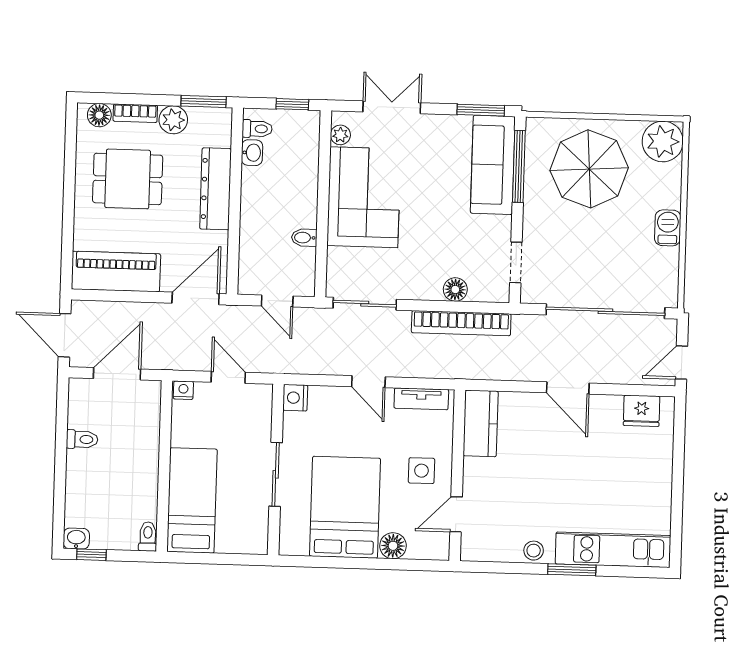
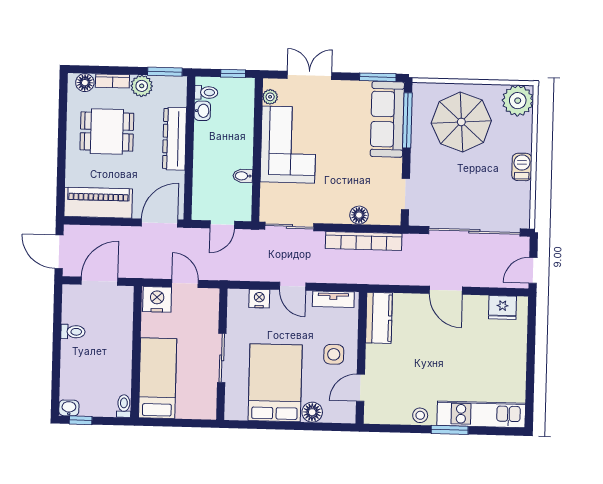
door: (277, 301) -> (222, 225), hinge flipped
nightstand: (183, 390) -> (157, 299), width x1.89, depth x1.79
nightstand: (295, 398) -> (259, 299), moved, turned 90

